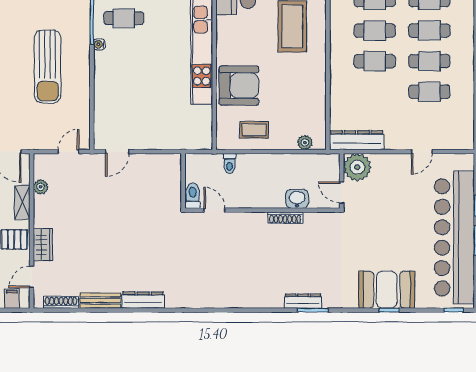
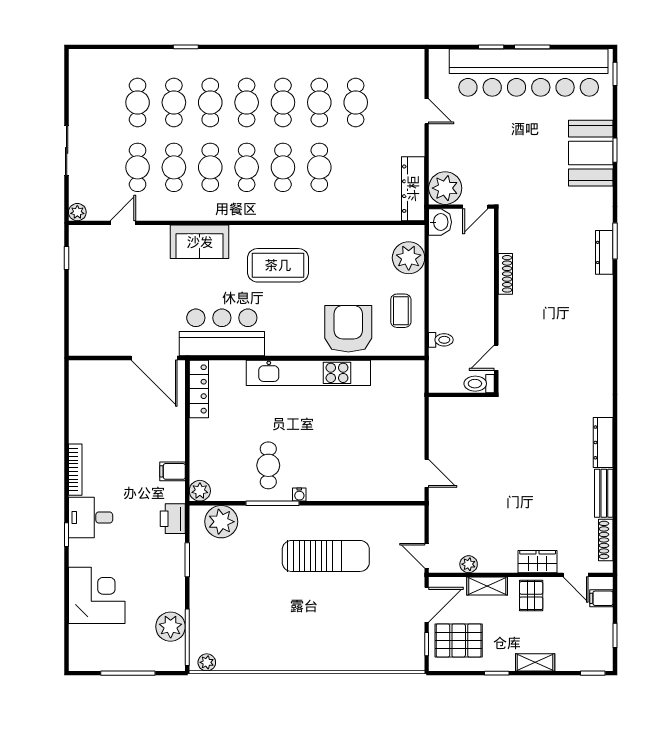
plant: (305, 143) -> (409, 258), width x1.88, depth x1.88
door: (69, 152) -> (427, 556), moved
washbasin: (297, 199) -> (440, 222), moved, turned 180

